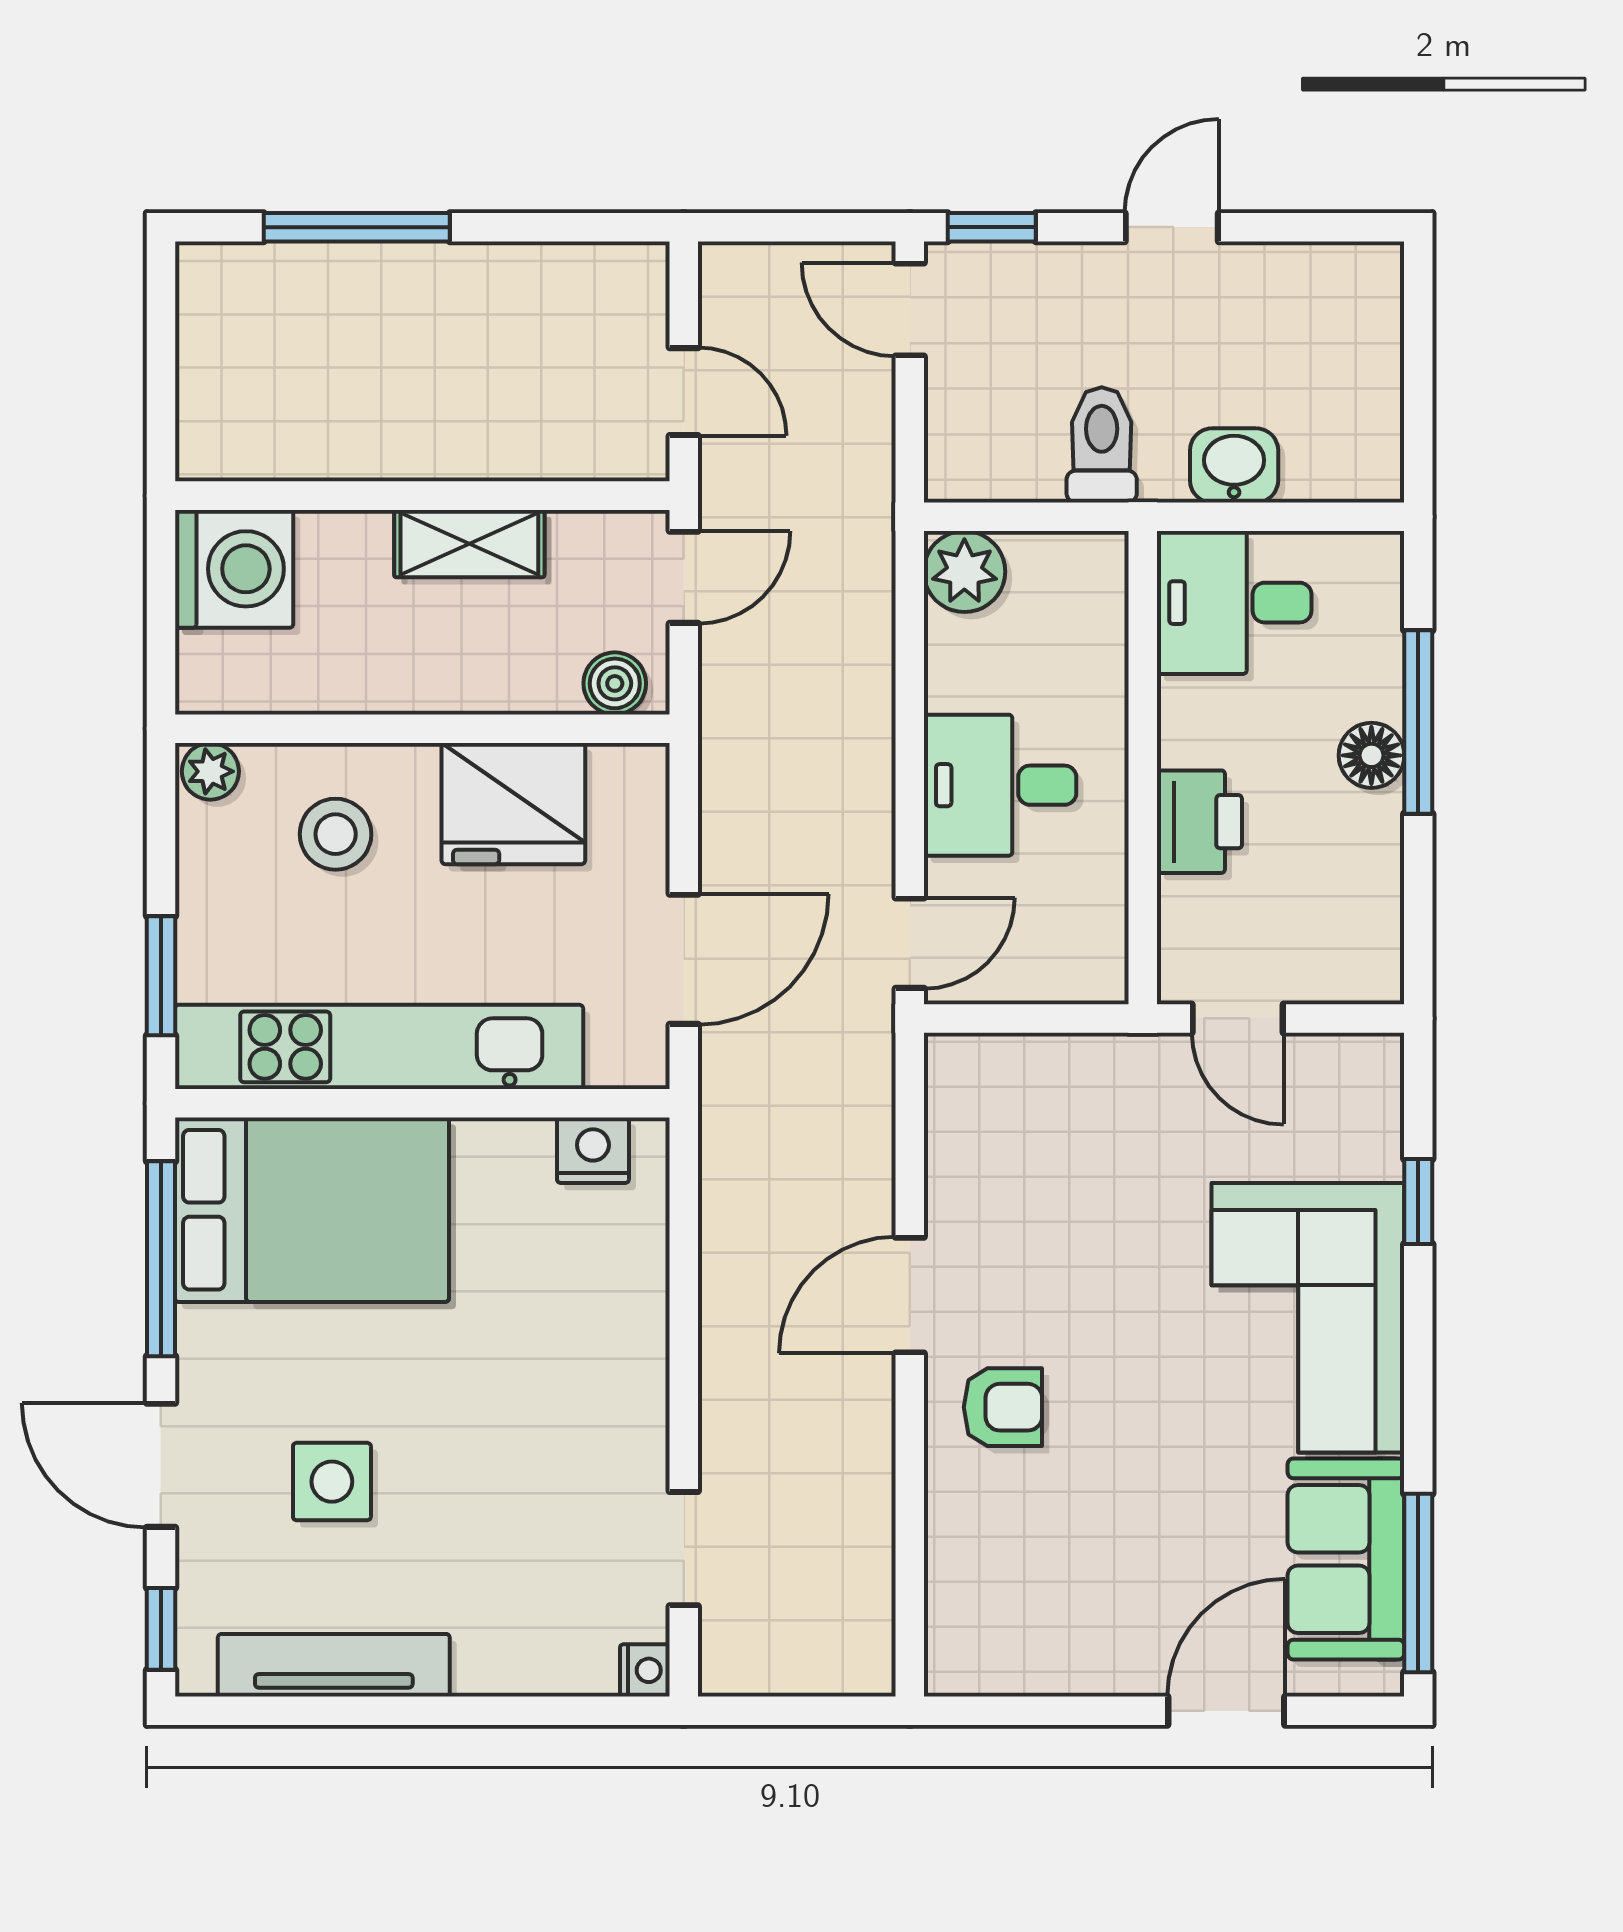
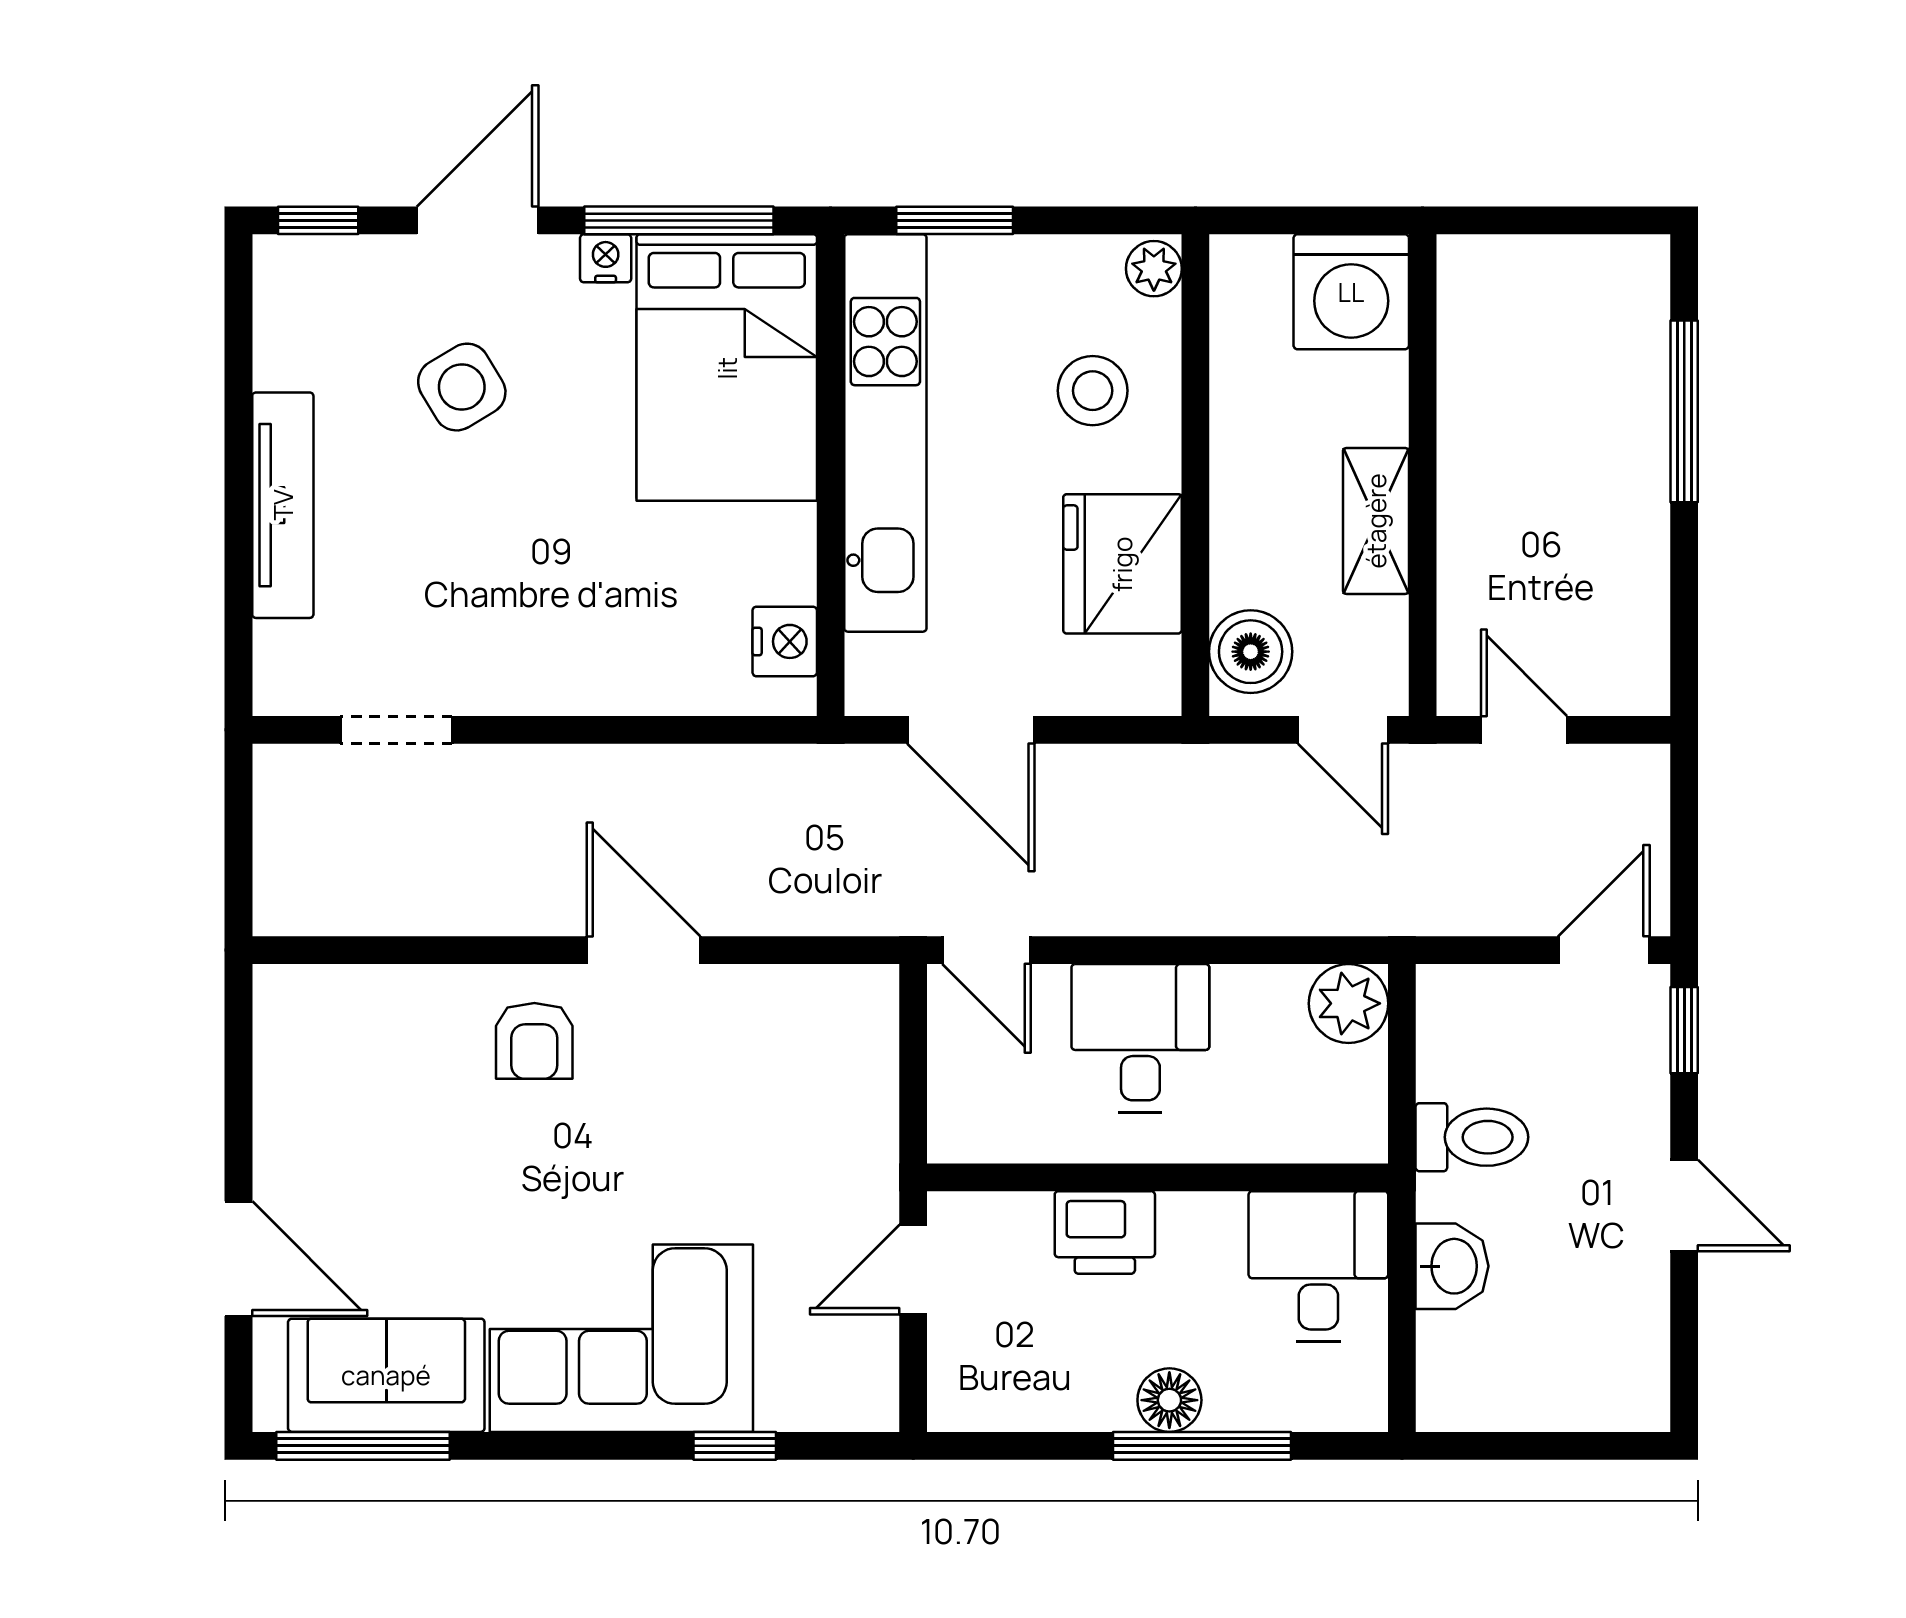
door: (684, 392) -> (1524, 730), swing flipped
boiler: (615, 683) -> (1251, 652), width x1.36, depth x1.36
side table: (332, 1482) -> (462, 387), turned -31
tv unit: (334, 1665) -> (283, 505), moved
nightstand: (645, 1670) -> (606, 258), moved, turned 180

